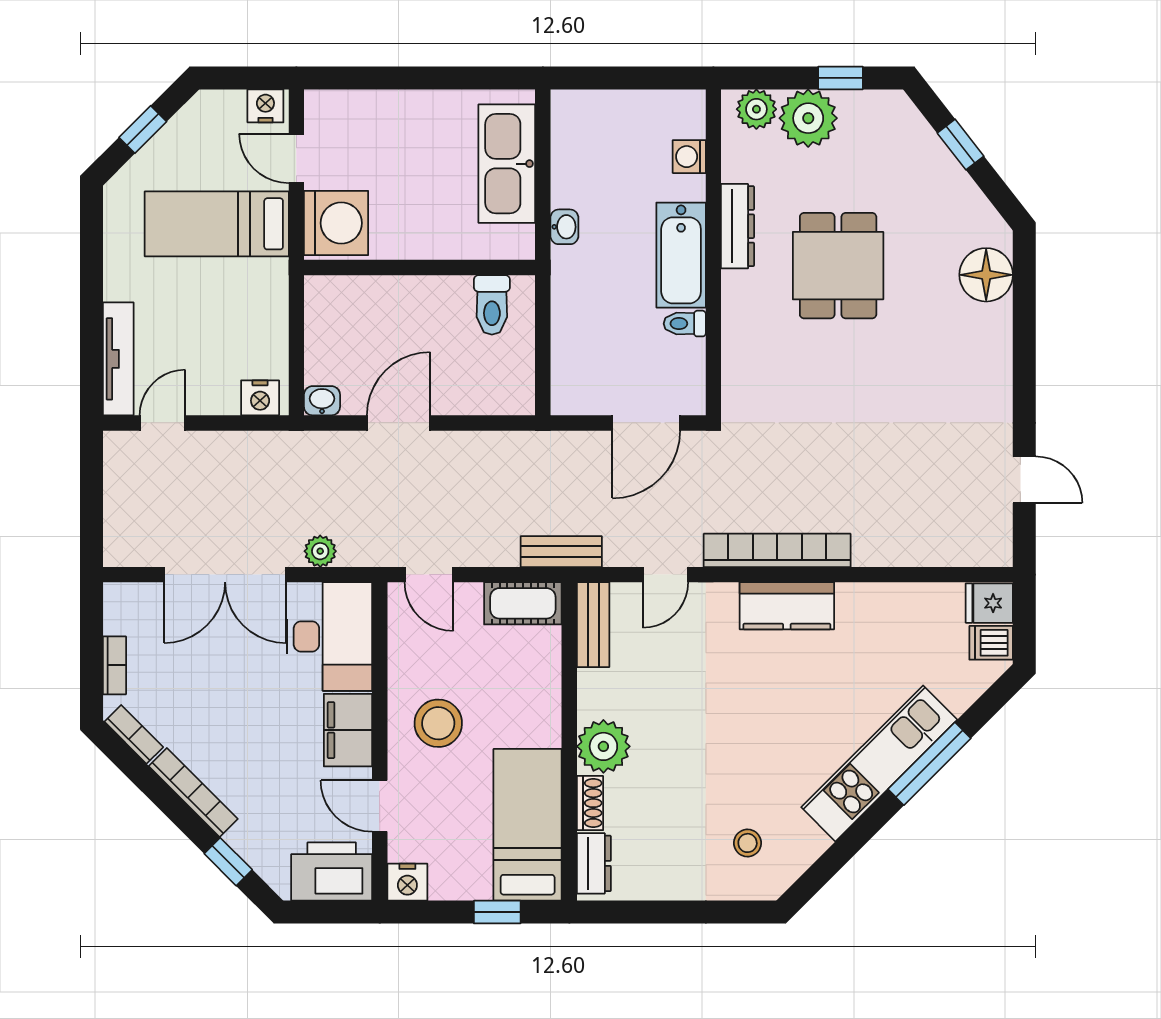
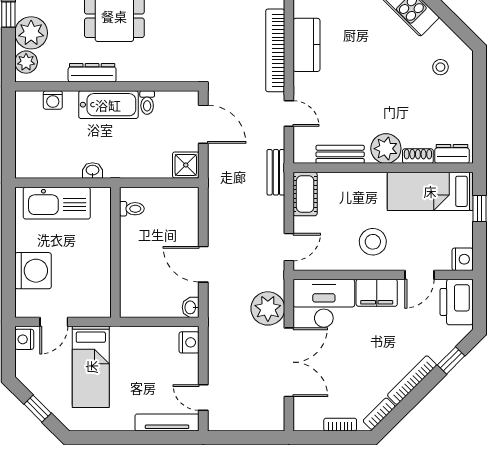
washing machine: (336, 223) -> (33, 271), moved, turned 90
toilet: (492, 305) -> (132, 209), width x0.73, depth x0.72
shower: (574, 392) -> (186, 165), added
plant: (320, 551) -> (268, 308), width x1.88, depth x1.88
bench: (593, 625) -> (340, 154), moved

